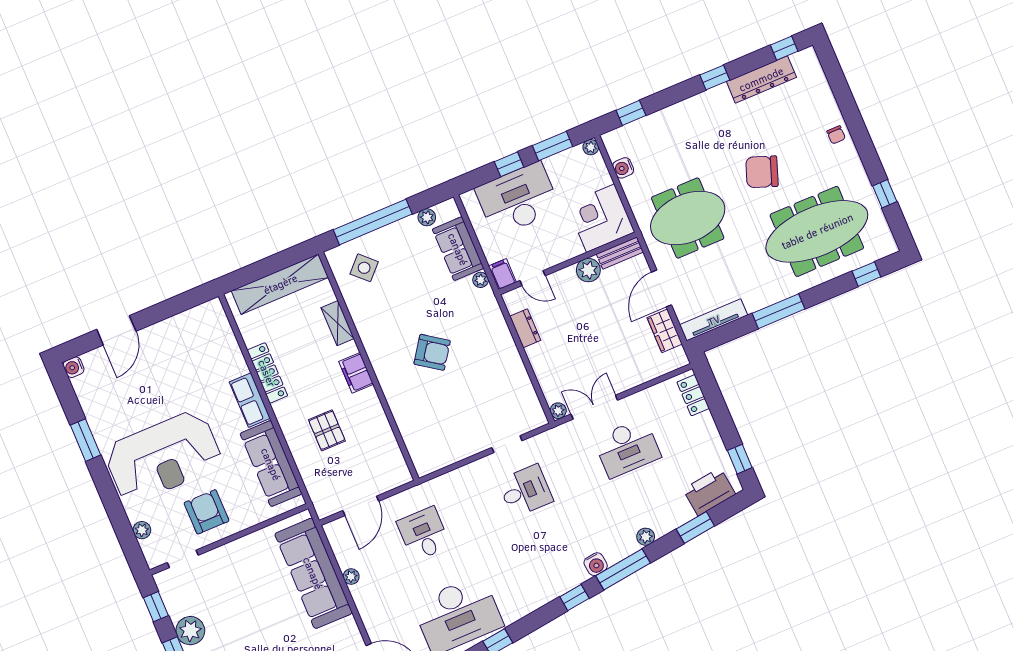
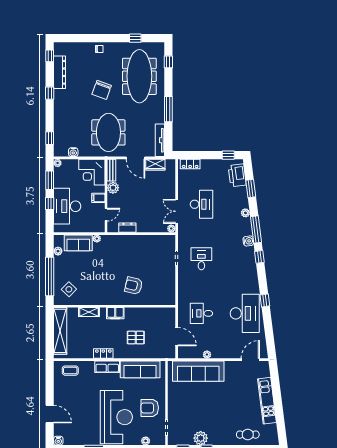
filing cabinet: (502, 274) -> (98, 198), moved
coffee table: (214, 334) -> (70, 371), added
armchair: (432, 352) -> (134, 286), moved, turned -112
locker: (267, 373) -> (103, 354), width x0.66

